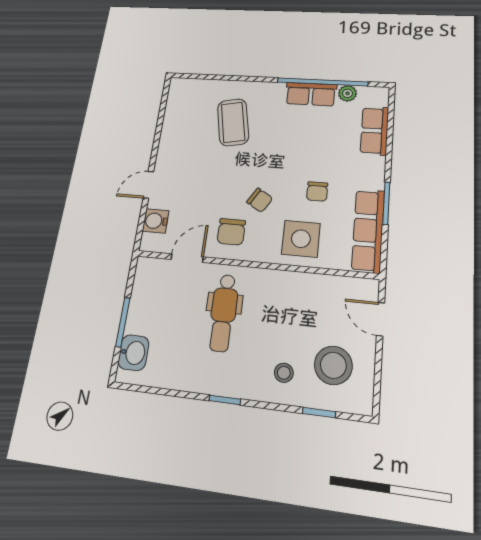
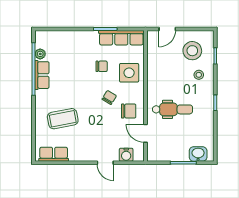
row of seats: (375, 131) -> (54, 154), moved, turned 180

